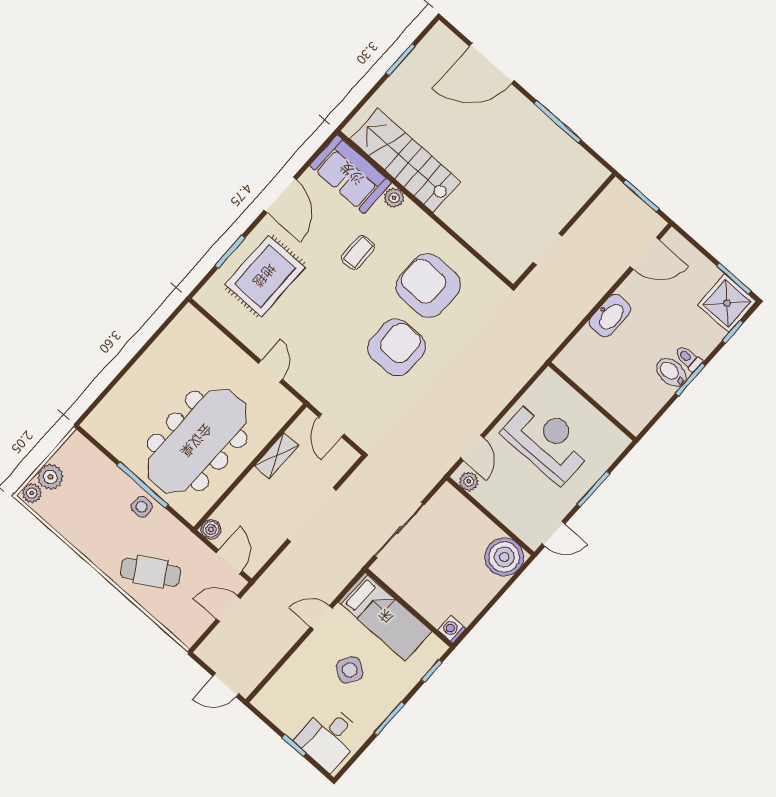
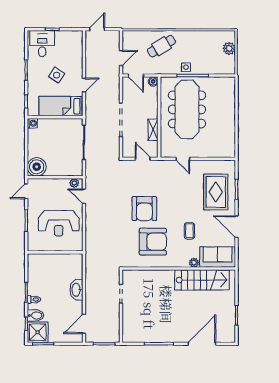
bidet: (671, 372) -> (35, 315), moved
plant: (32, 493) -> (231, 36), removed

